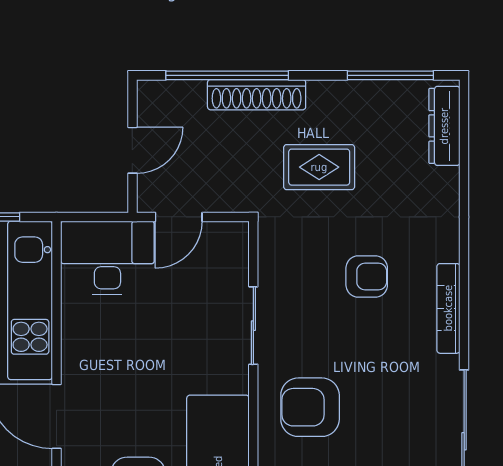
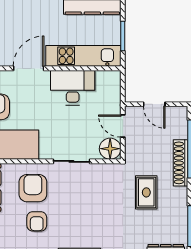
floor lamp: (227, 244) -> (110, 149), added
desk: (107, 258) -> (73, 88), moved, turned -90
armchair: (367, 276) -> (37, 221), moved

